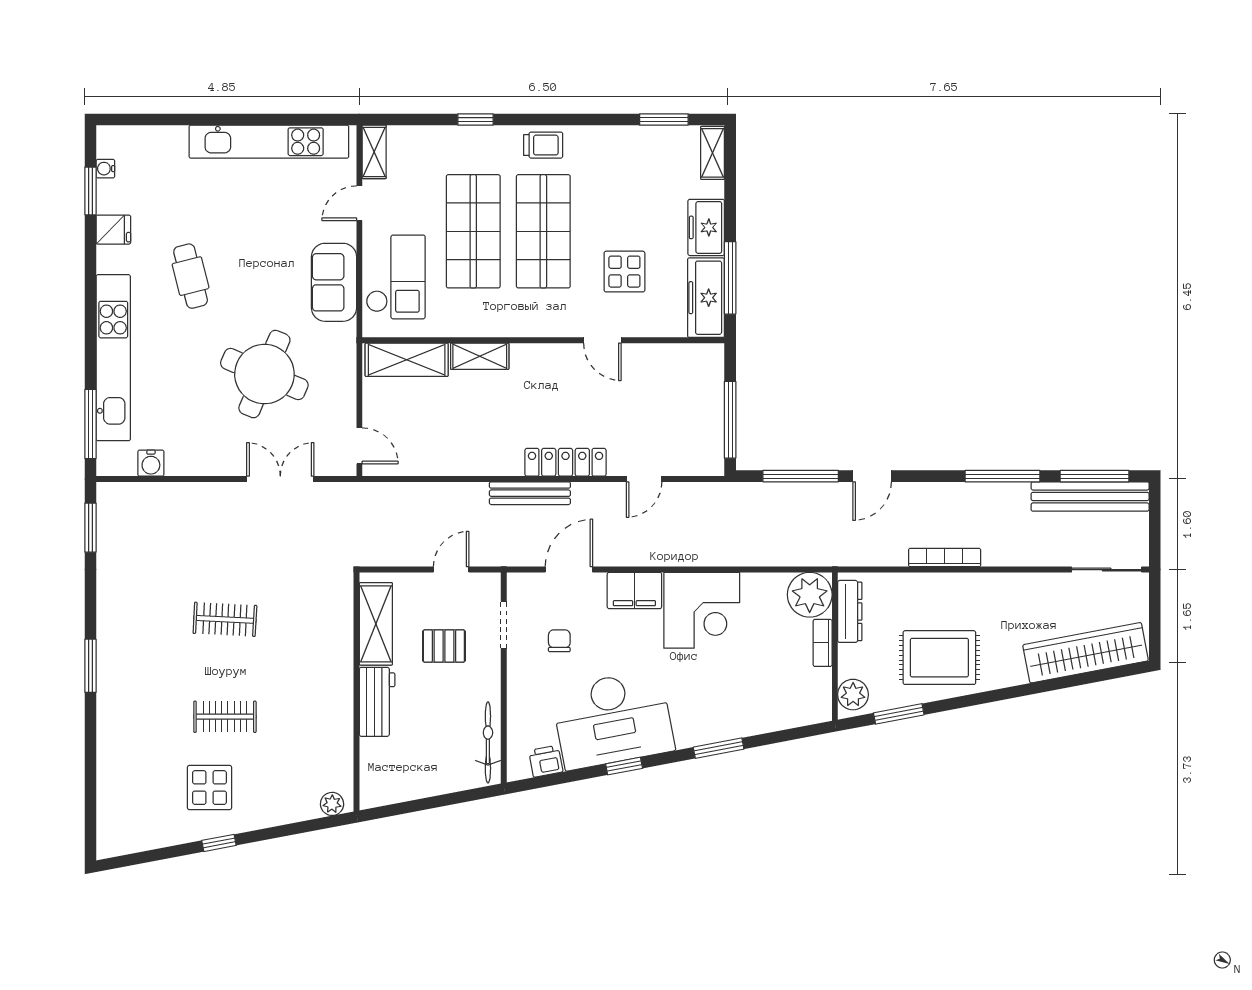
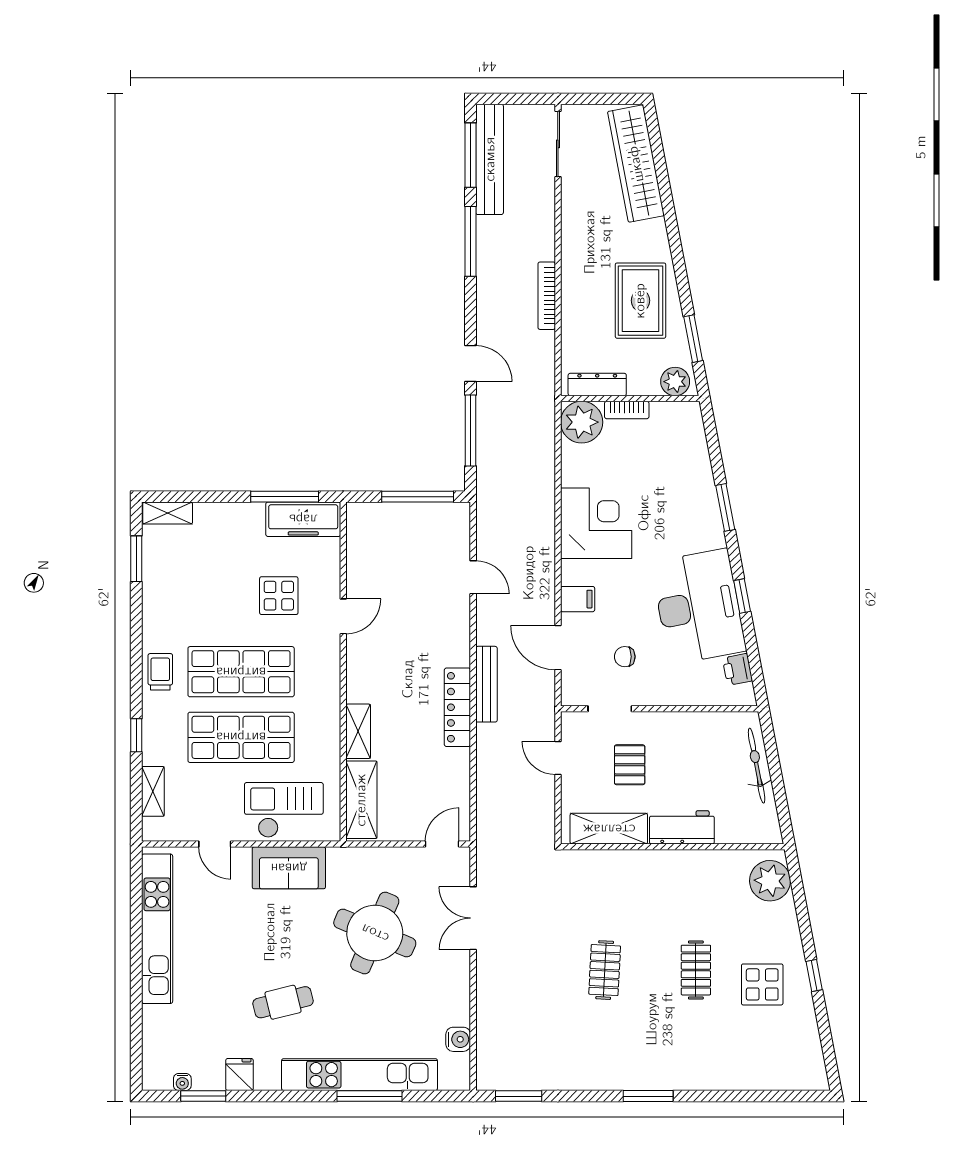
shelving: (374, 152) -> (153, 791), moved, turned 90
freezer: (706, 227) -> (237, 519), removed
window: (90, 424) -> (369, 1096), moved
locker: (565, 462) -> (457, 707), moved
filing cabinet: (634, 591) -> (578, 599), width x0.50
bicycle: (488, 742) -> (757, 766), moved, turned 79
plant: (332, 804) -> (770, 881), width x1.88, depth x1.88

